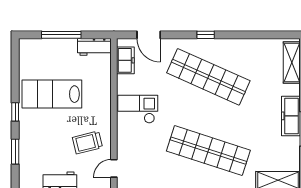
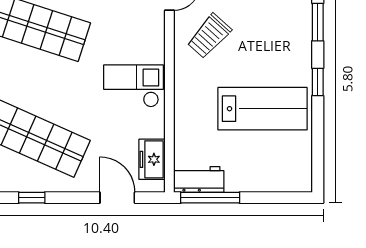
window: (61, 35) -> (210, 198), moved
checkout: (138, 109) -> (134, 86), turned 180
trolley: (87, 142) -> (209, 36), turned 146

